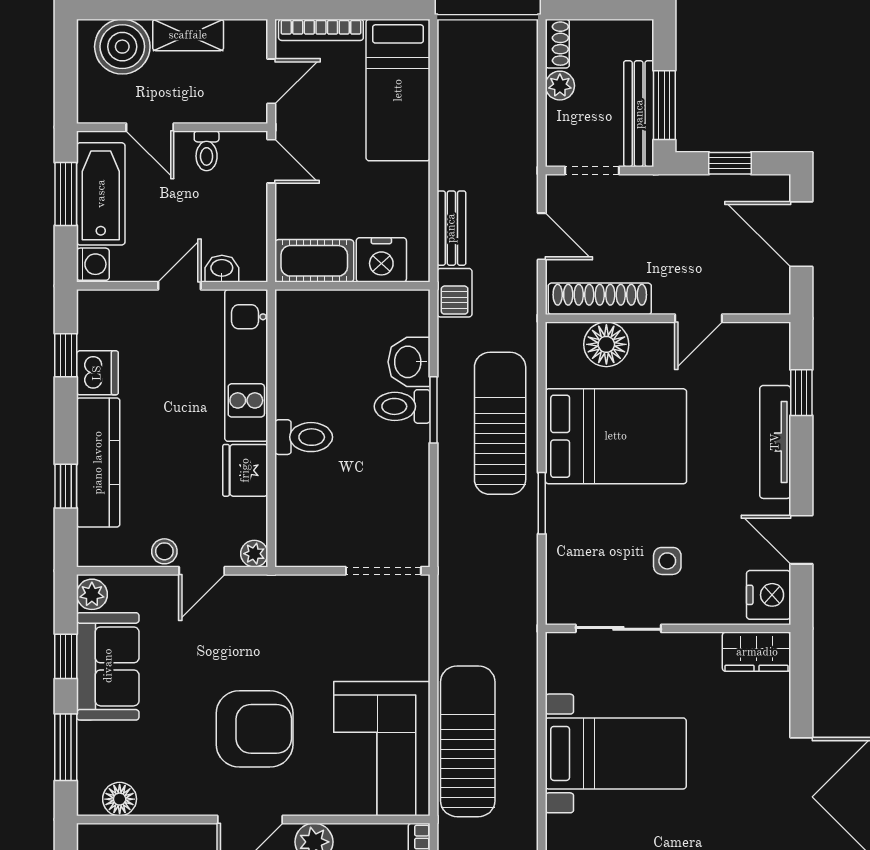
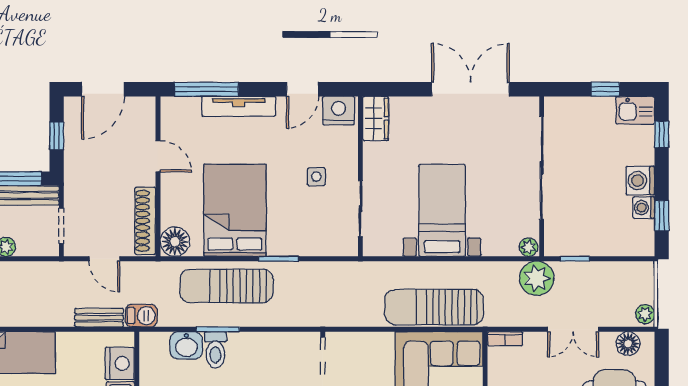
door: (542, 236) -> (104, 259), swing flipped
floor lamp: (606, 344) -> (175, 242), moved
window: (801, 393) -> (206, 89), width x2.17

